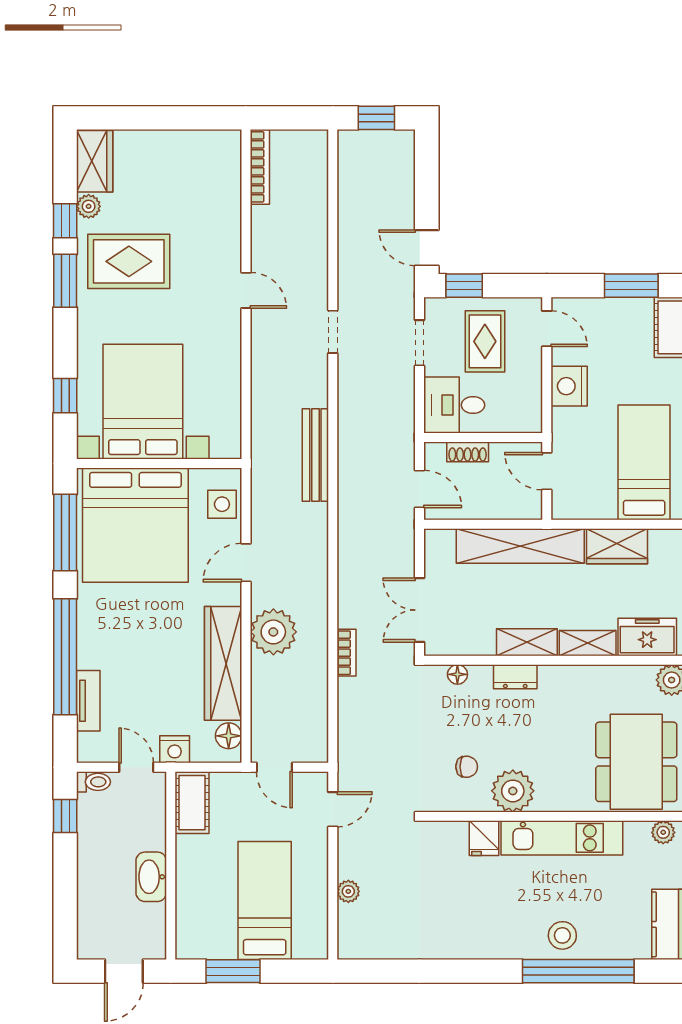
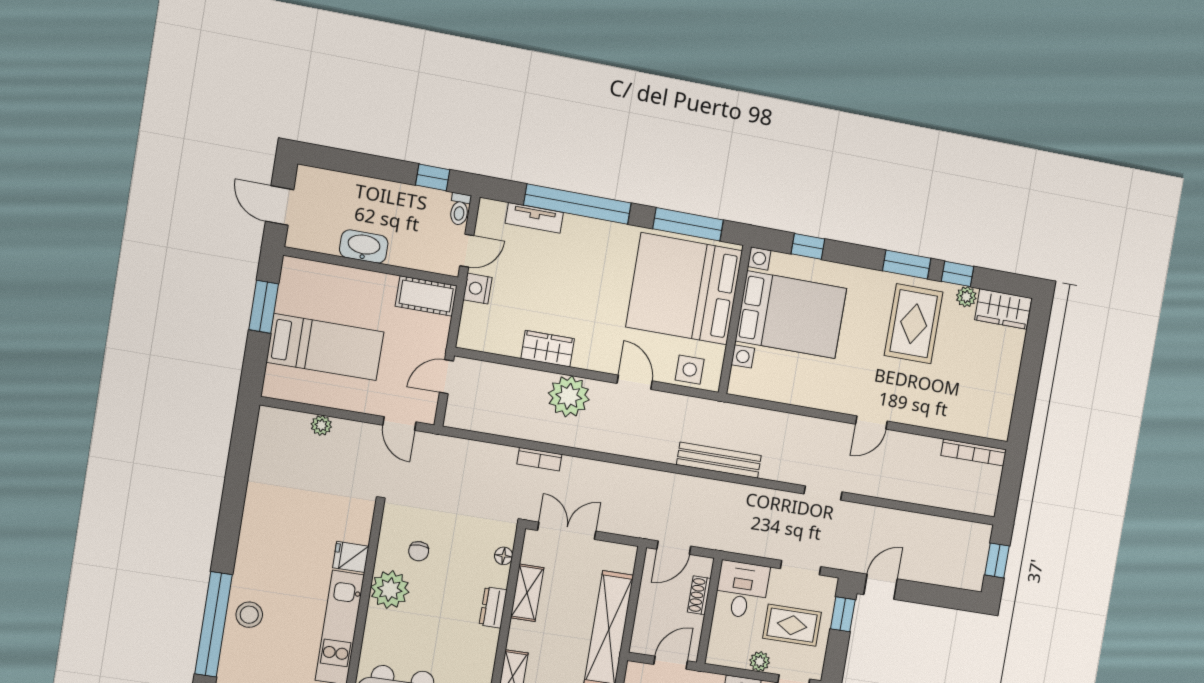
plant: (531, 371) -> (760, 661), added
shelving: (527, 642) -> (527, 593), moved
wardrobe: (223, 663) -> (548, 349), width x0.48, depth x0.85
floor lamp: (229, 736) -> (482, 340), removed

